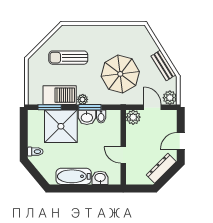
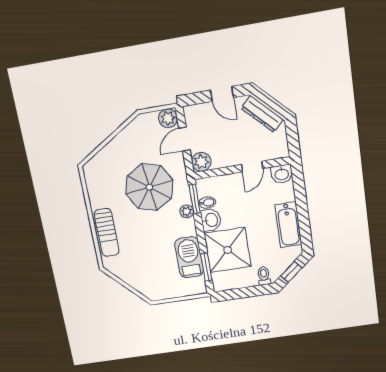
sun lounger: (68, 58) -> (107, 232), moved
bench: (163, 66) -> (128, 134), removed
plant: (83, 99) -> (187, 211), moved
window: (90, 107) -> (195, 199), moved
window: (35, 174) -> (291, 272), added
washbasin: (100, 178) -> (282, 174), moved, turned -90

